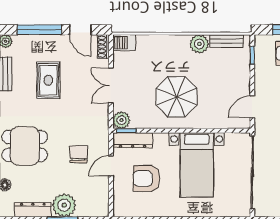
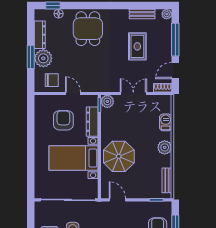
barbecue: (124, 43) -> (166, 122), moved
plant: (199, 44) -> (165, 147), moved
rug: (48, 80) -> (137, 46), turned 90
parasol: (177, 97) -> (119, 156), moved
dresser: (133, 140) -> (92, 122), moved
chair: (79, 154) -> (52, 80), moved

